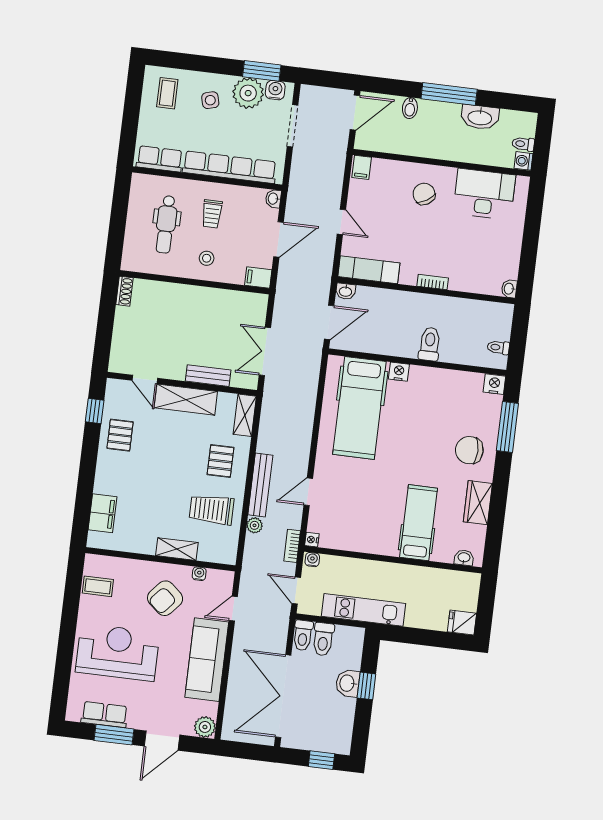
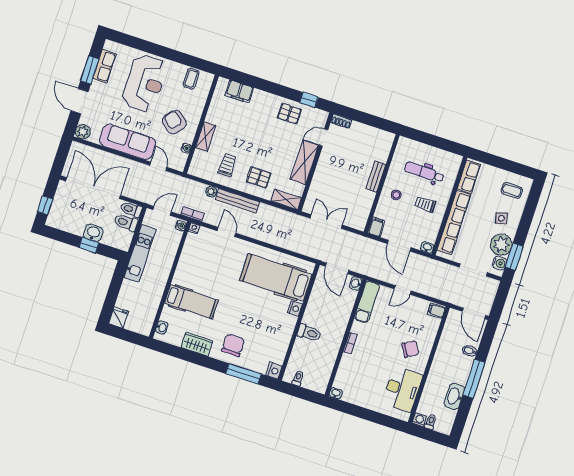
shoe rack: (124, 291) -> (341, 121), moved
bench: (208, 376) -> (376, 177), moved
trolley: (212, 510) -> (227, 165), width x0.73, depth x0.72

